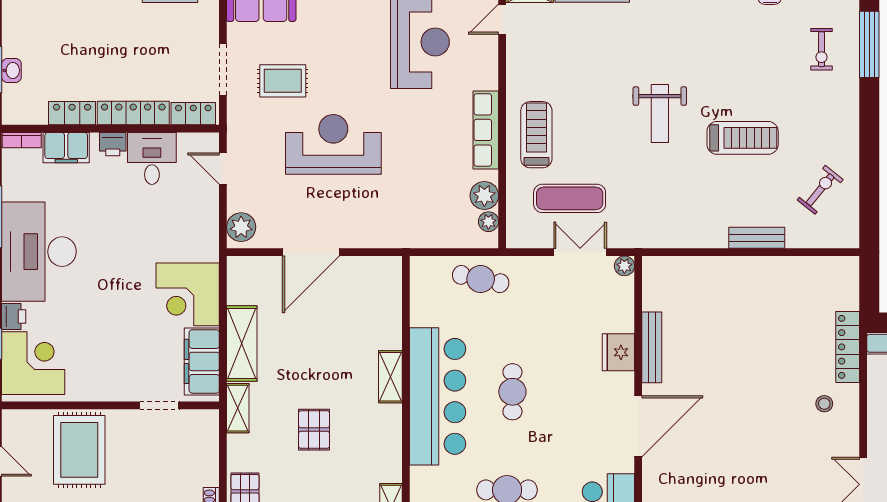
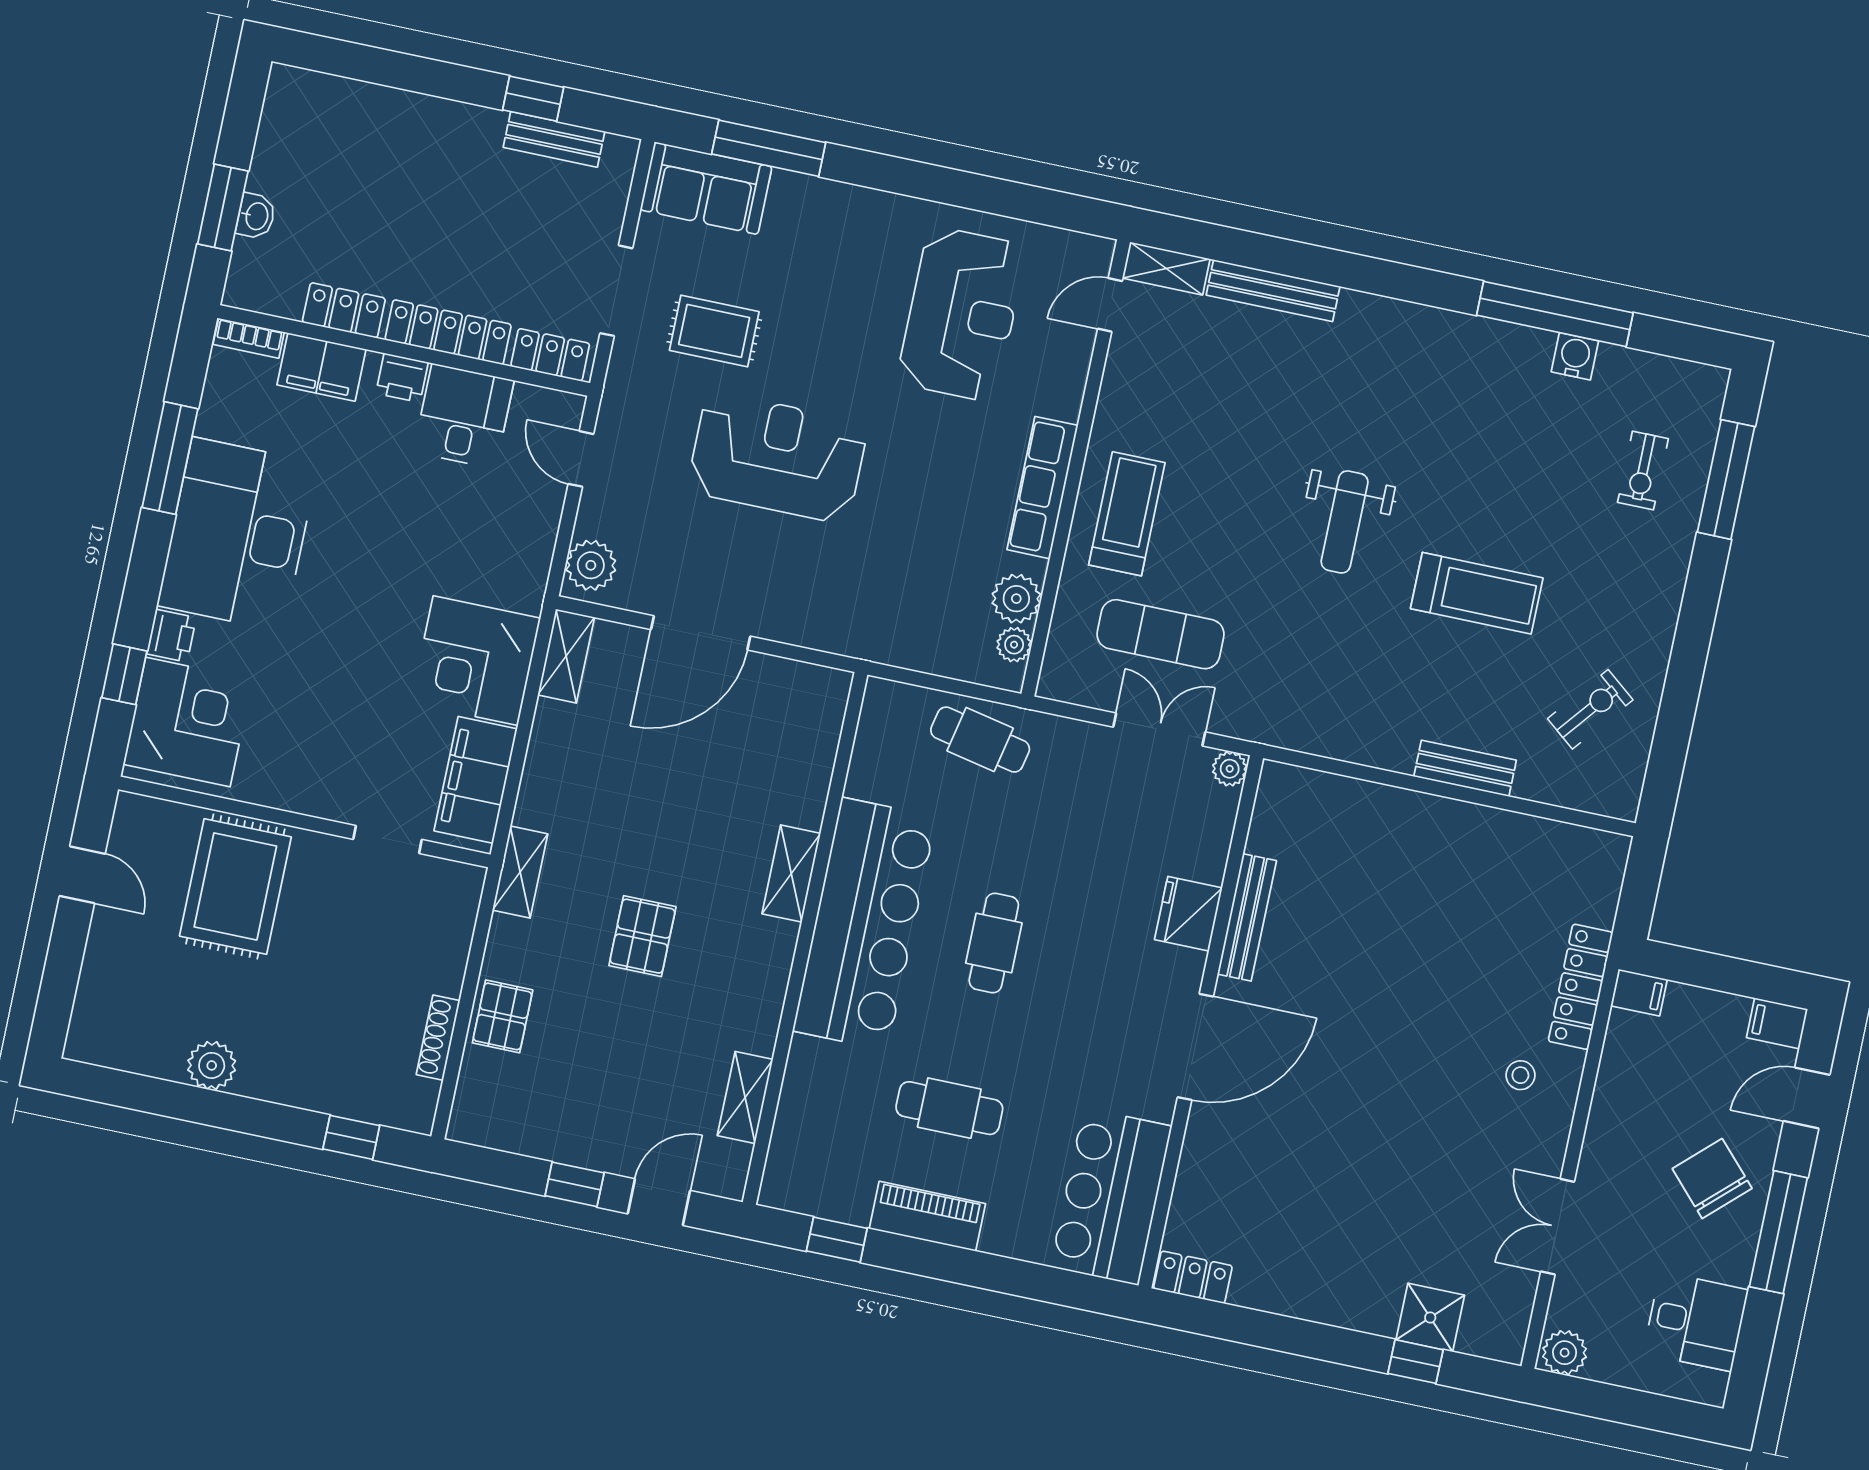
shelving: (242, 343) -> (566, 656), moved, width x0.67, depth x0.75

